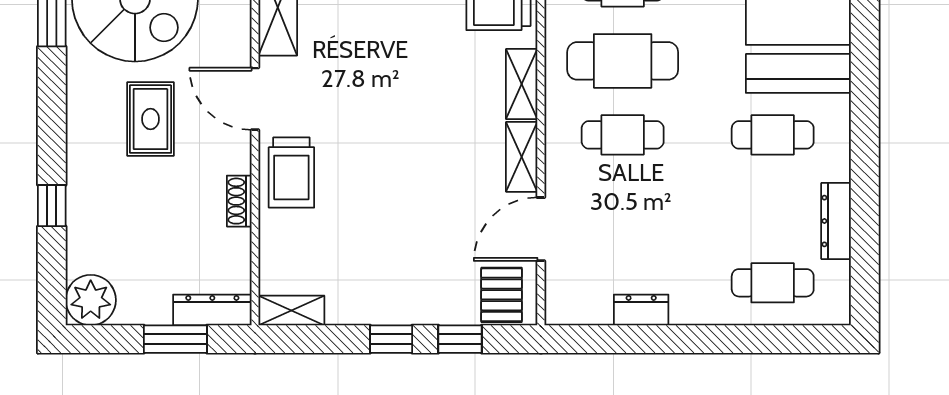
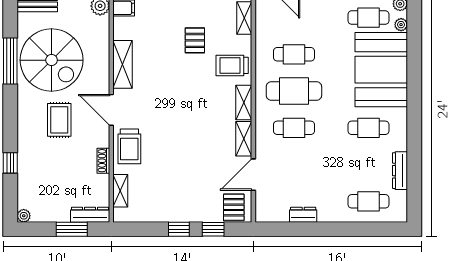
plant: (91, 300) -> (24, 216), width x0.53, depth x0.53
shelving: (291, 310) -> (120, 191), moved, turned 90

